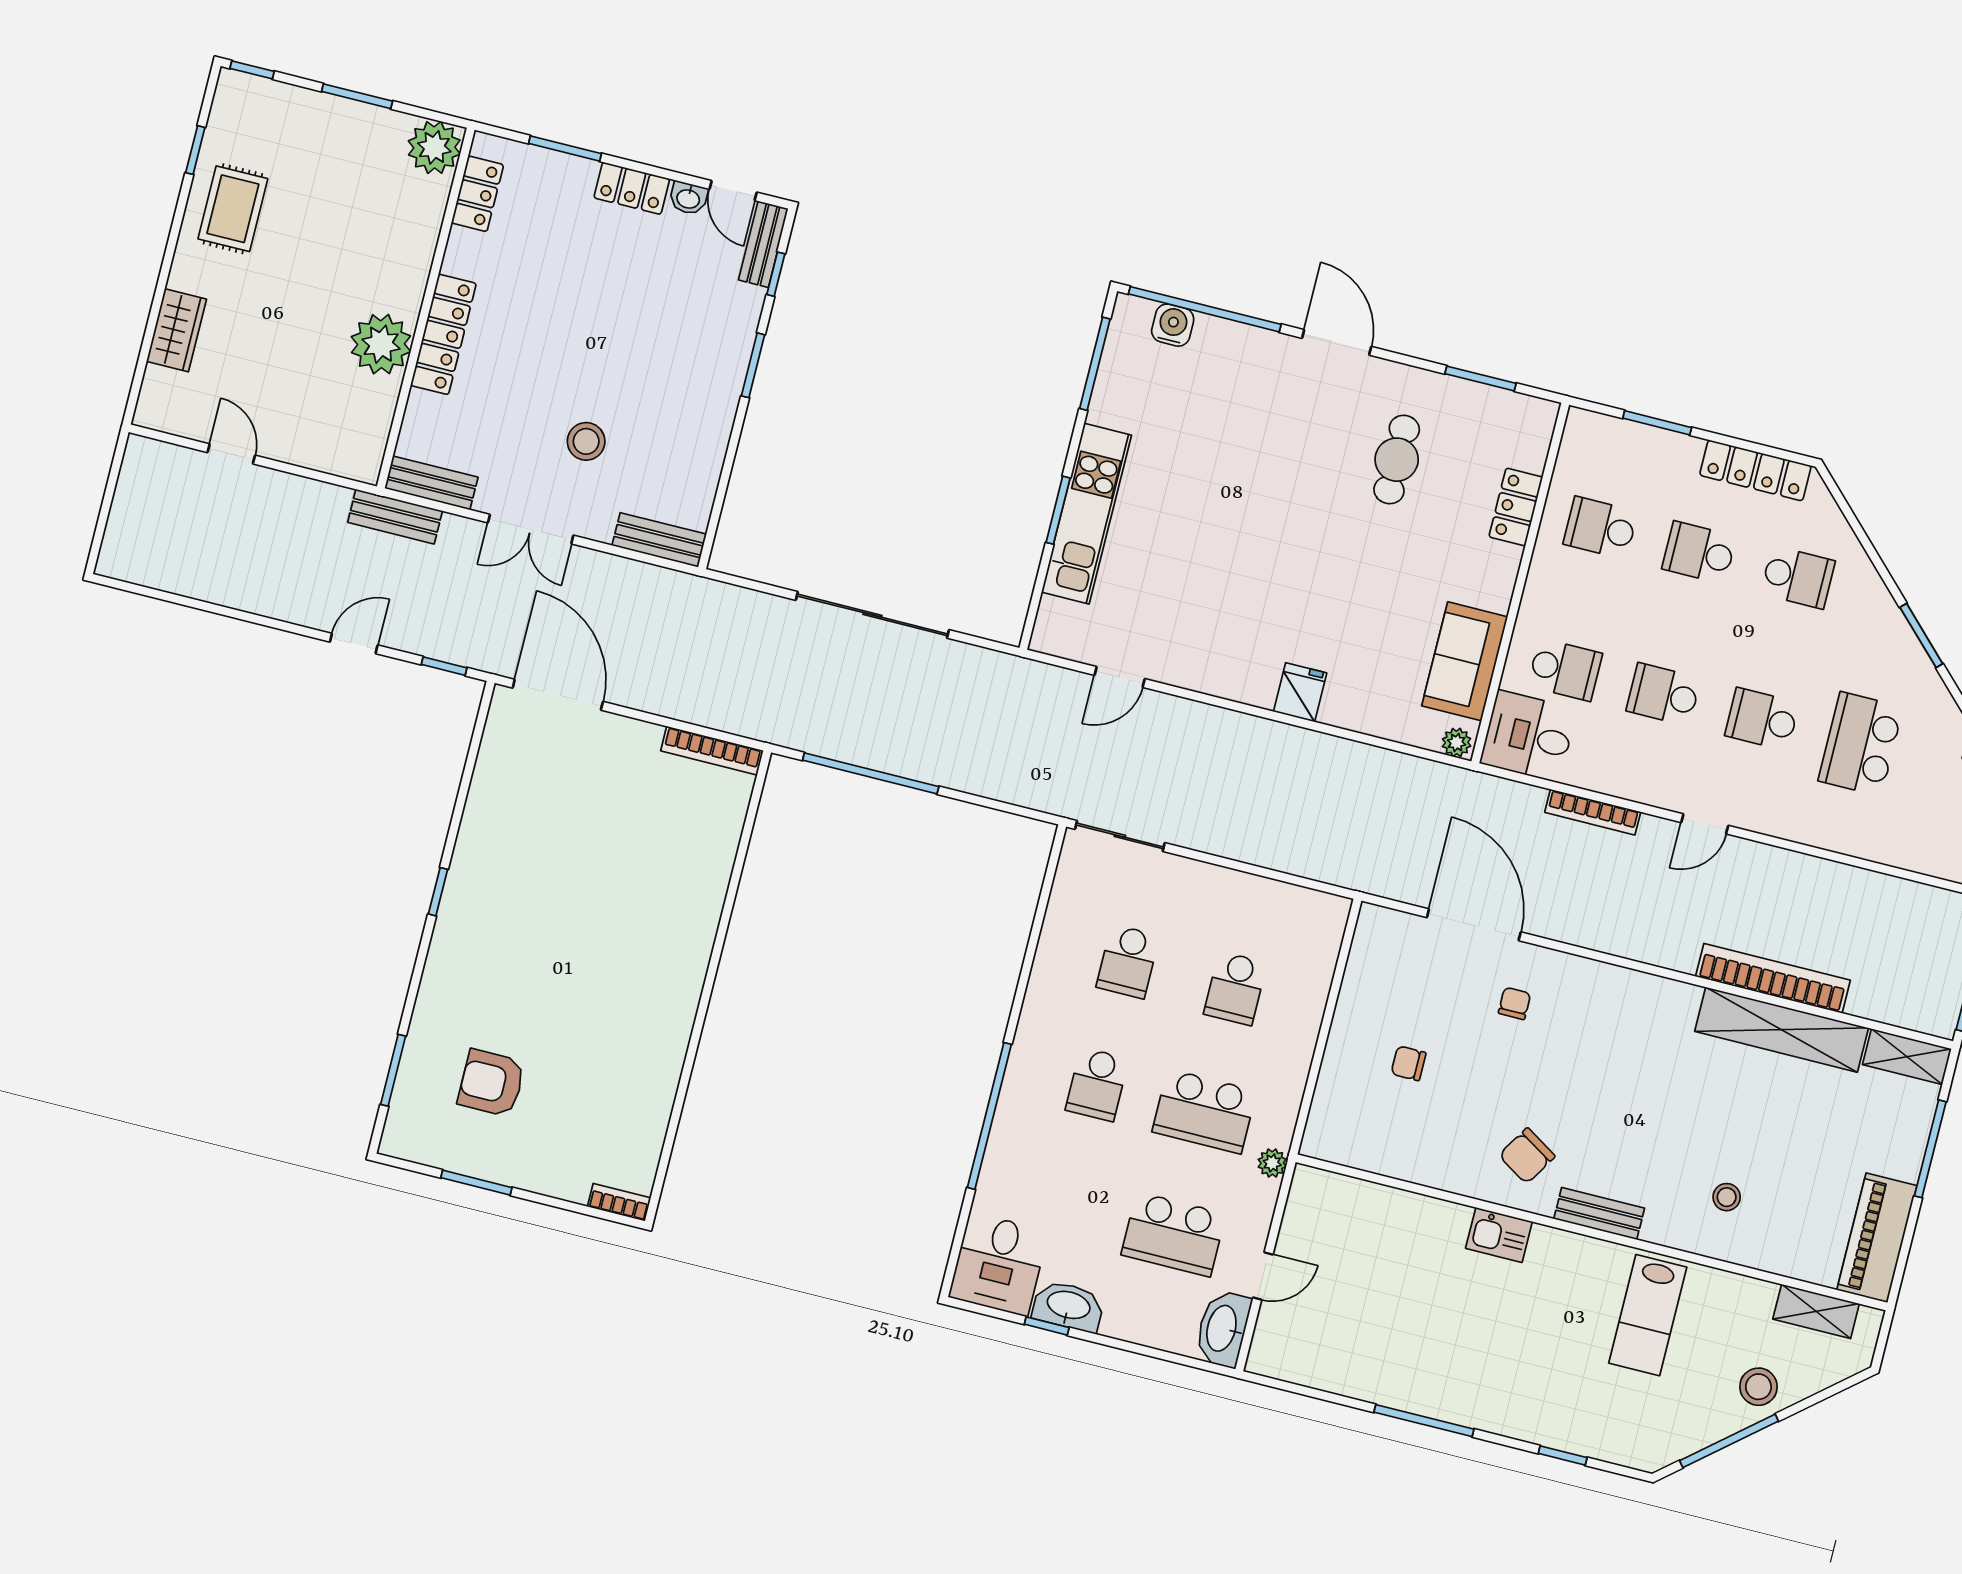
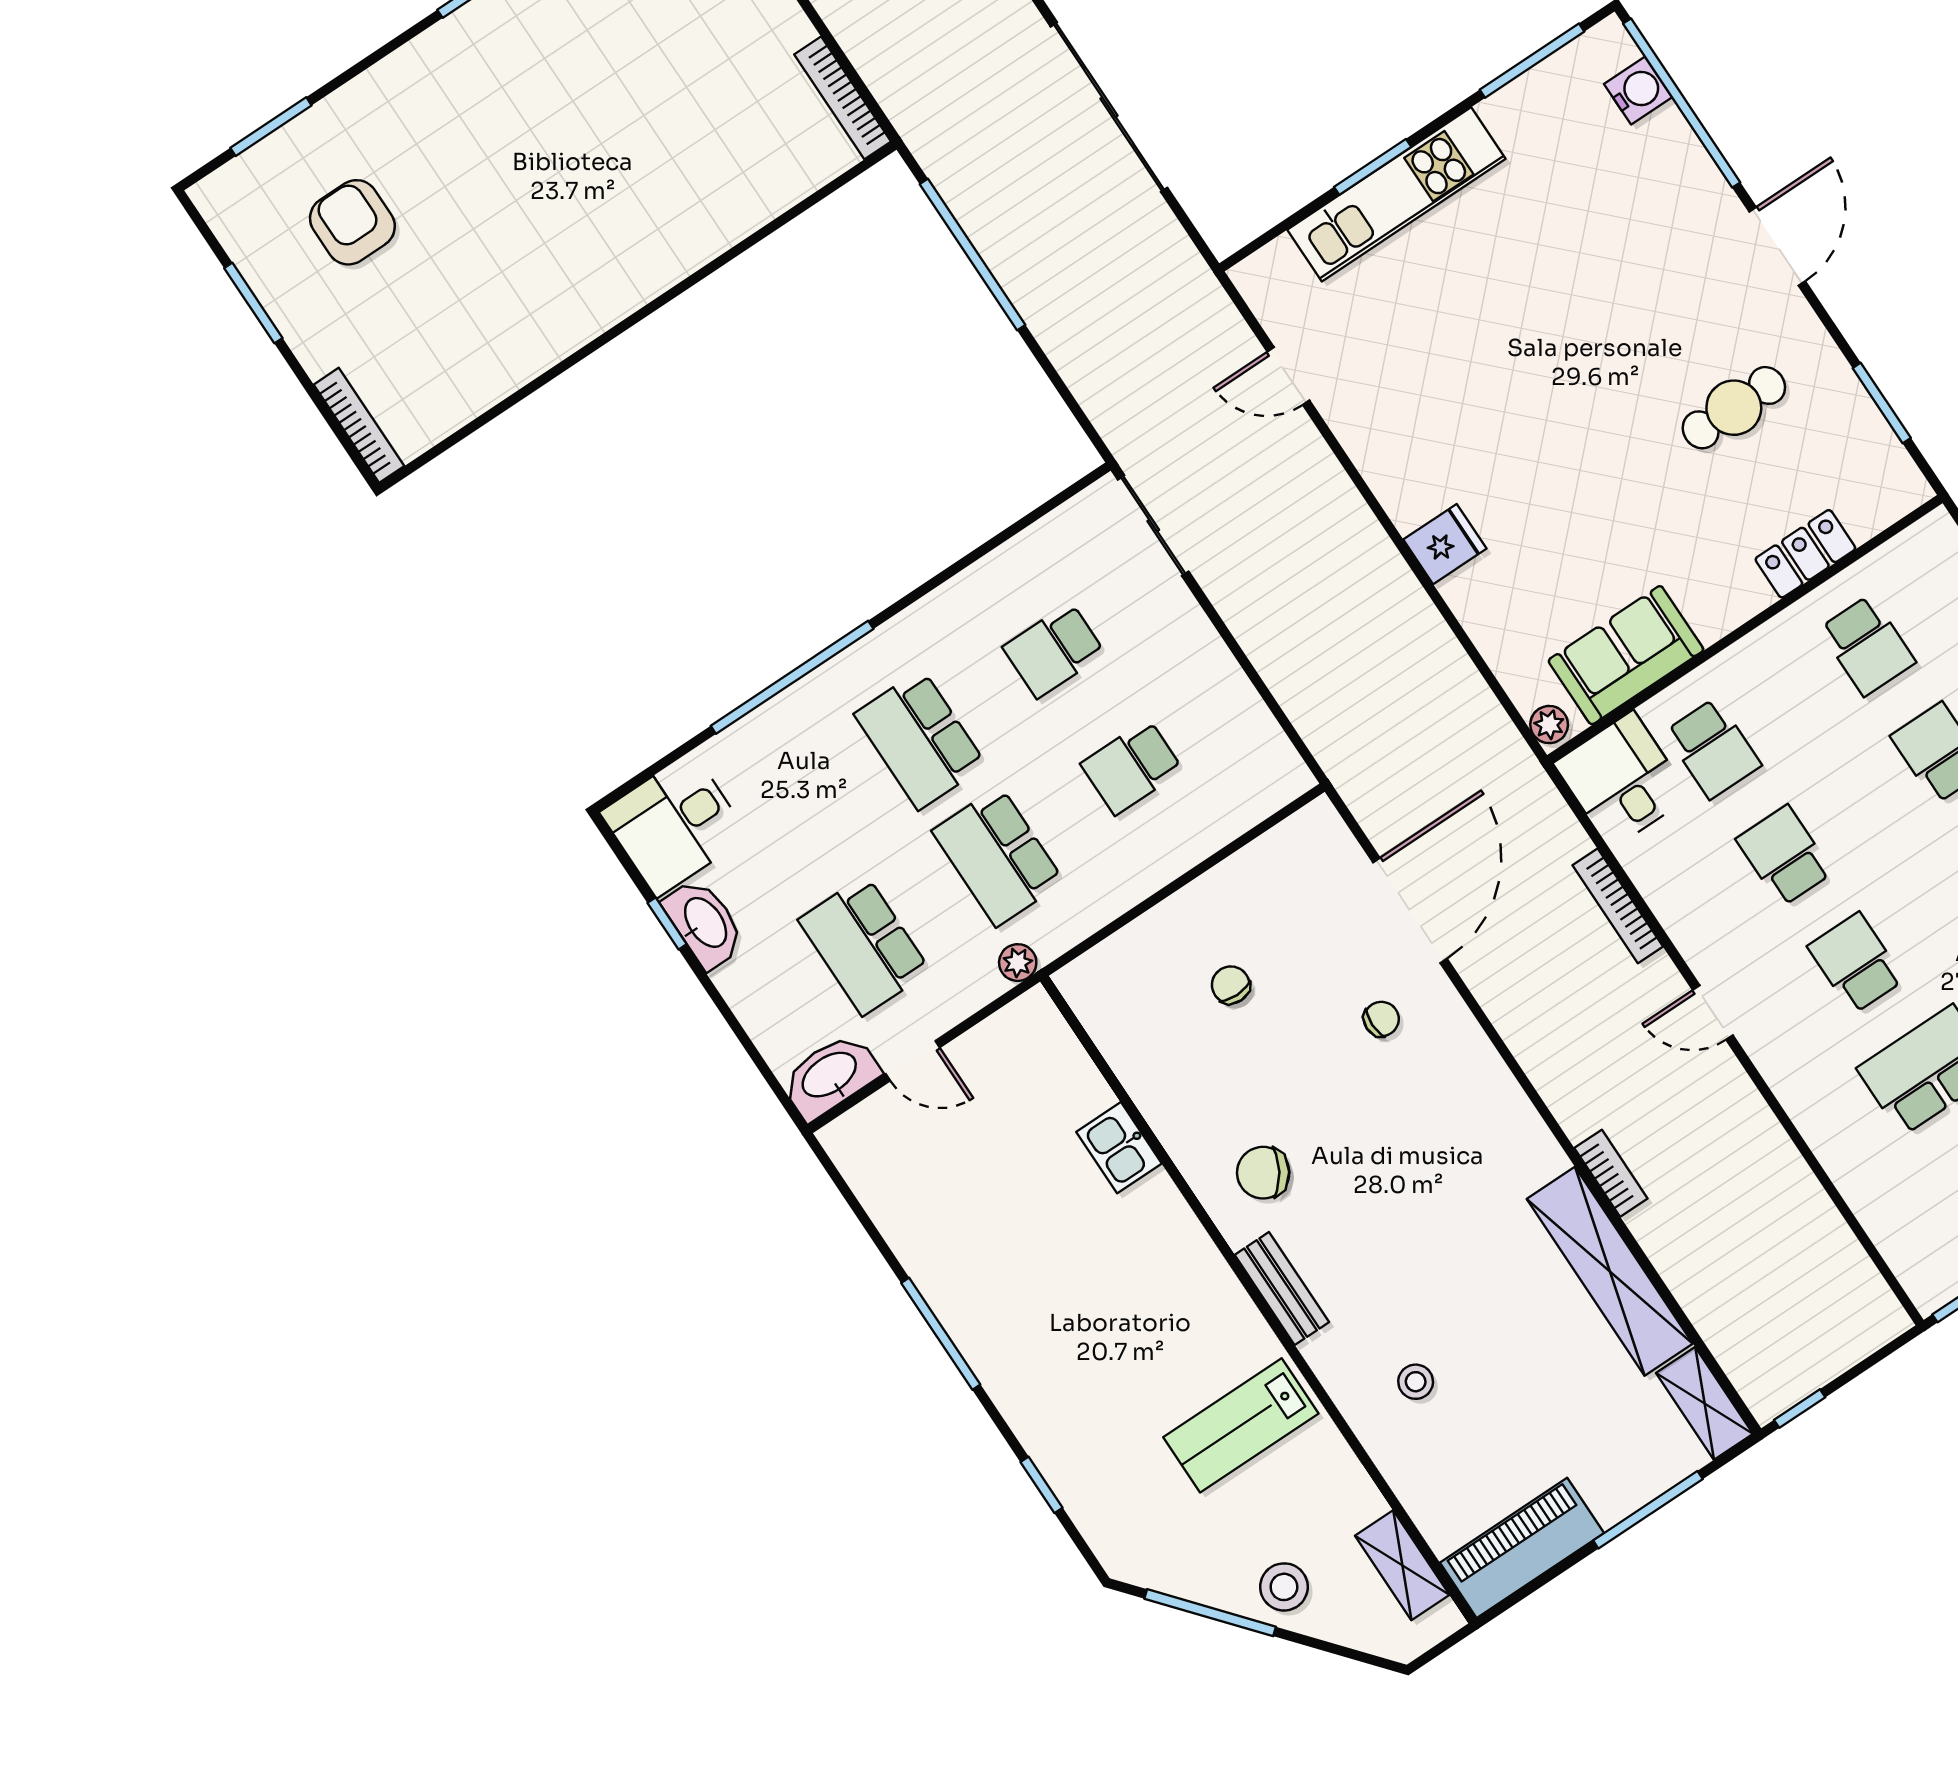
school desk: (1601, 528) -> (1867, 645), turned 180
bookcase: (1773, 978) -> (1611, 1173), width x0.43, depth x0.76
school desk: (1097, 1084) -> (920, 739), width x1.85
bookcase: (619, 1202) -> (359, 425), width x1.56
kitchen sink: (1499, 1235) -> (1119, 1148), moved

